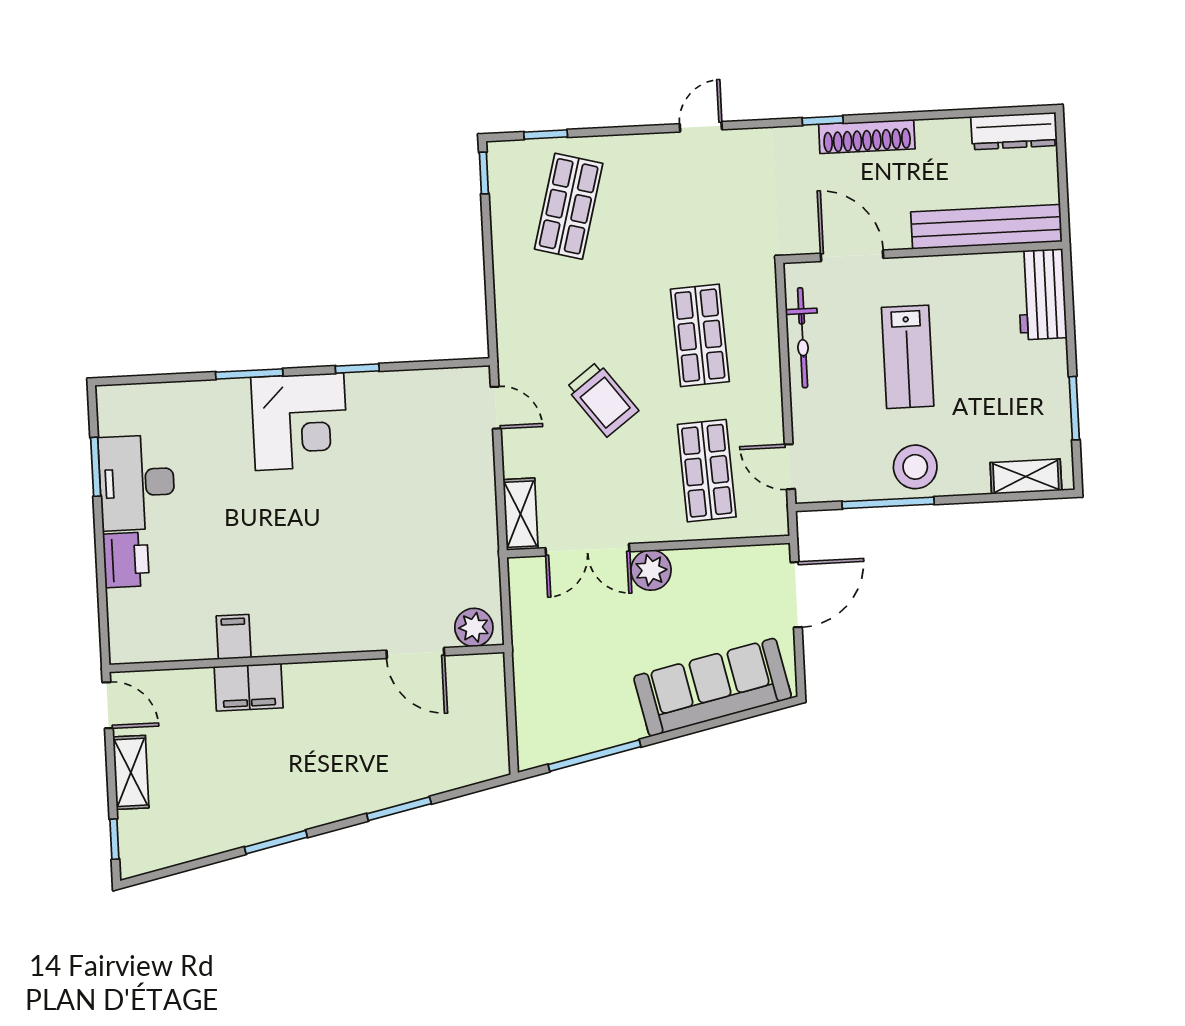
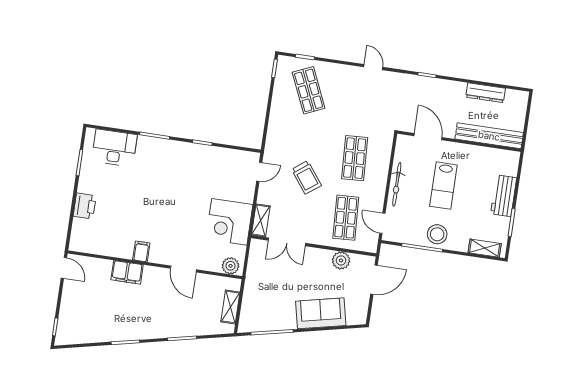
door: (701, 127) -> (373, 67), hinge flipped
dresser: (1014, 131) -> (486, 93), moved
shoe rack: (867, 137) -> (445, 86), removed
shop shelf: (569, 206) -> (309, 90), turned -39
workbench: (1042, 294) -> (504, 196), moved
bicycle: (803, 338) -> (397, 184), moved
door: (496, 408) -> (259, 172), hinge flipped
corner desk: (300, 422) -> (229, 222), moved, turned 90
desk: (137, 483) -> (114, 148), moved, turned 90
plant: (651, 570) -> (341, 260), moved
filing cabinet: (234, 637) -> (141, 251), moved
door: (415, 653) -> (183, 269), moved
sofa: (713, 687) -> (321, 313), width x0.73
shelving: (131, 772) -> (230, 307), moved

